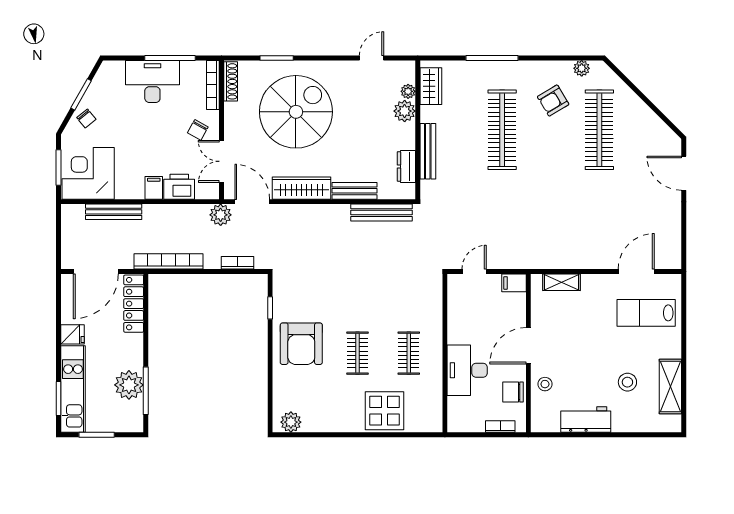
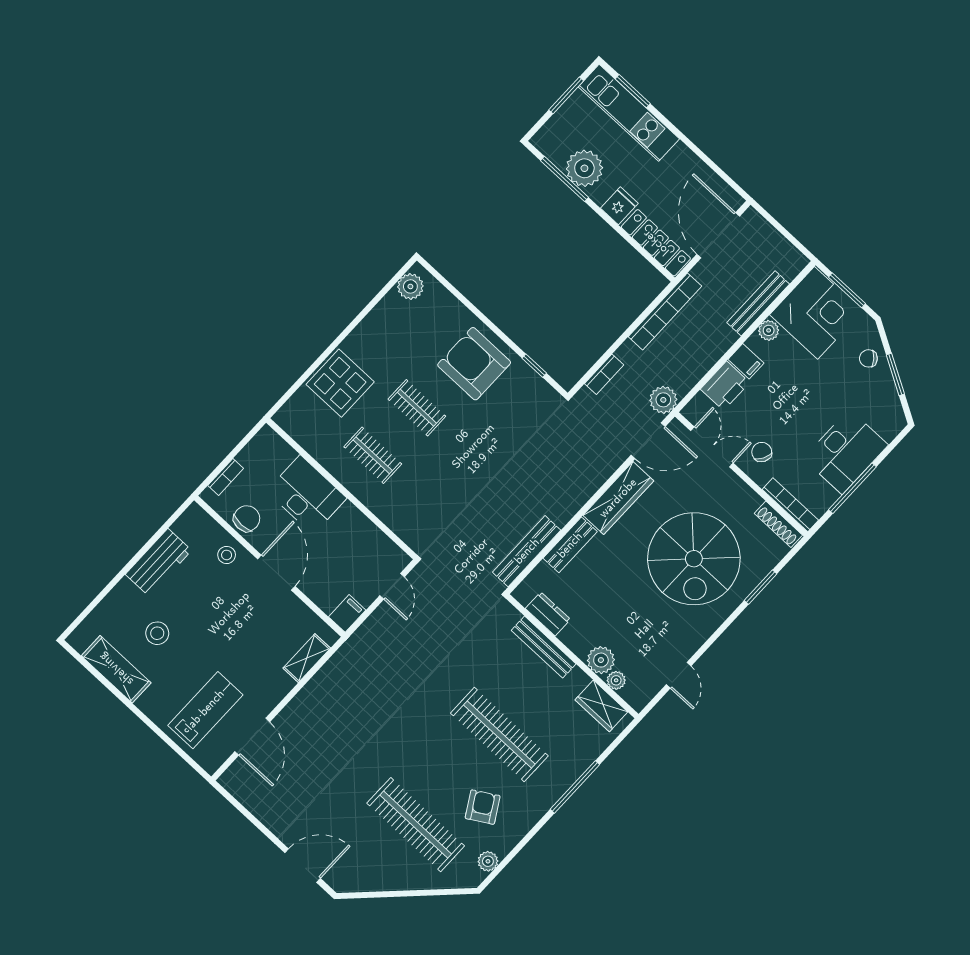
plant: (124, 191) -> (769, 330), added
fridge: (72, 334) -> (619, 206), moved, turned 180

